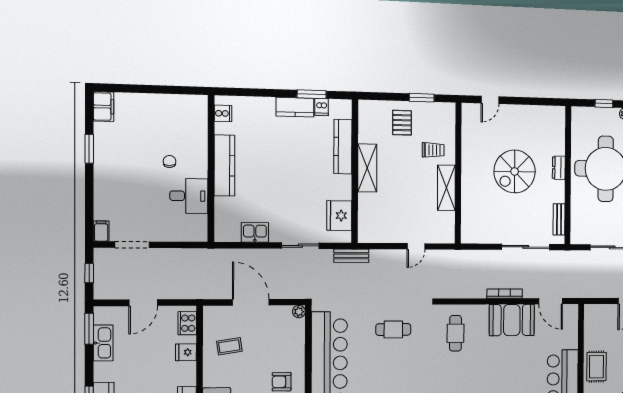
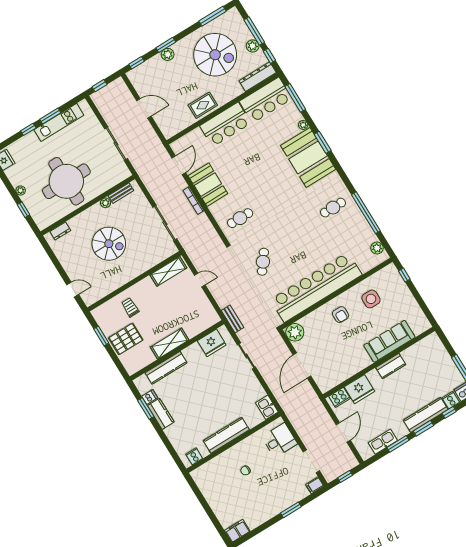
pallet: (402, 123) -> (126, 339), width x1.50, depth x1.42
window: (89, 149) -> (291, 510), moved
dresser: (559, 168) -> (60, 231), moved
shelving: (446, 188) -> (168, 271), moved
desk: (189, 196) -> (279, 440), moved, turned 90
plant: (559, 196) -> (106, 203), added
kitchen sink: (255, 232) -> (267, 407), moved
sliding door: (526, 247) -> (165, 223), moved
door: (143, 303) -> (343, 432), hinge flipped
plant: (299, 312) -> (295, 332), width x1.88, depth x1.88
window: (89, 329) -> (398, 444), moved
cafe table: (393, 329) -> (263, 262), turned 37
coffee table: (229, 346) -> (338, 362), removed
fridge: (186, 352) -> (359, 389), width x1.88, depth x1.34

